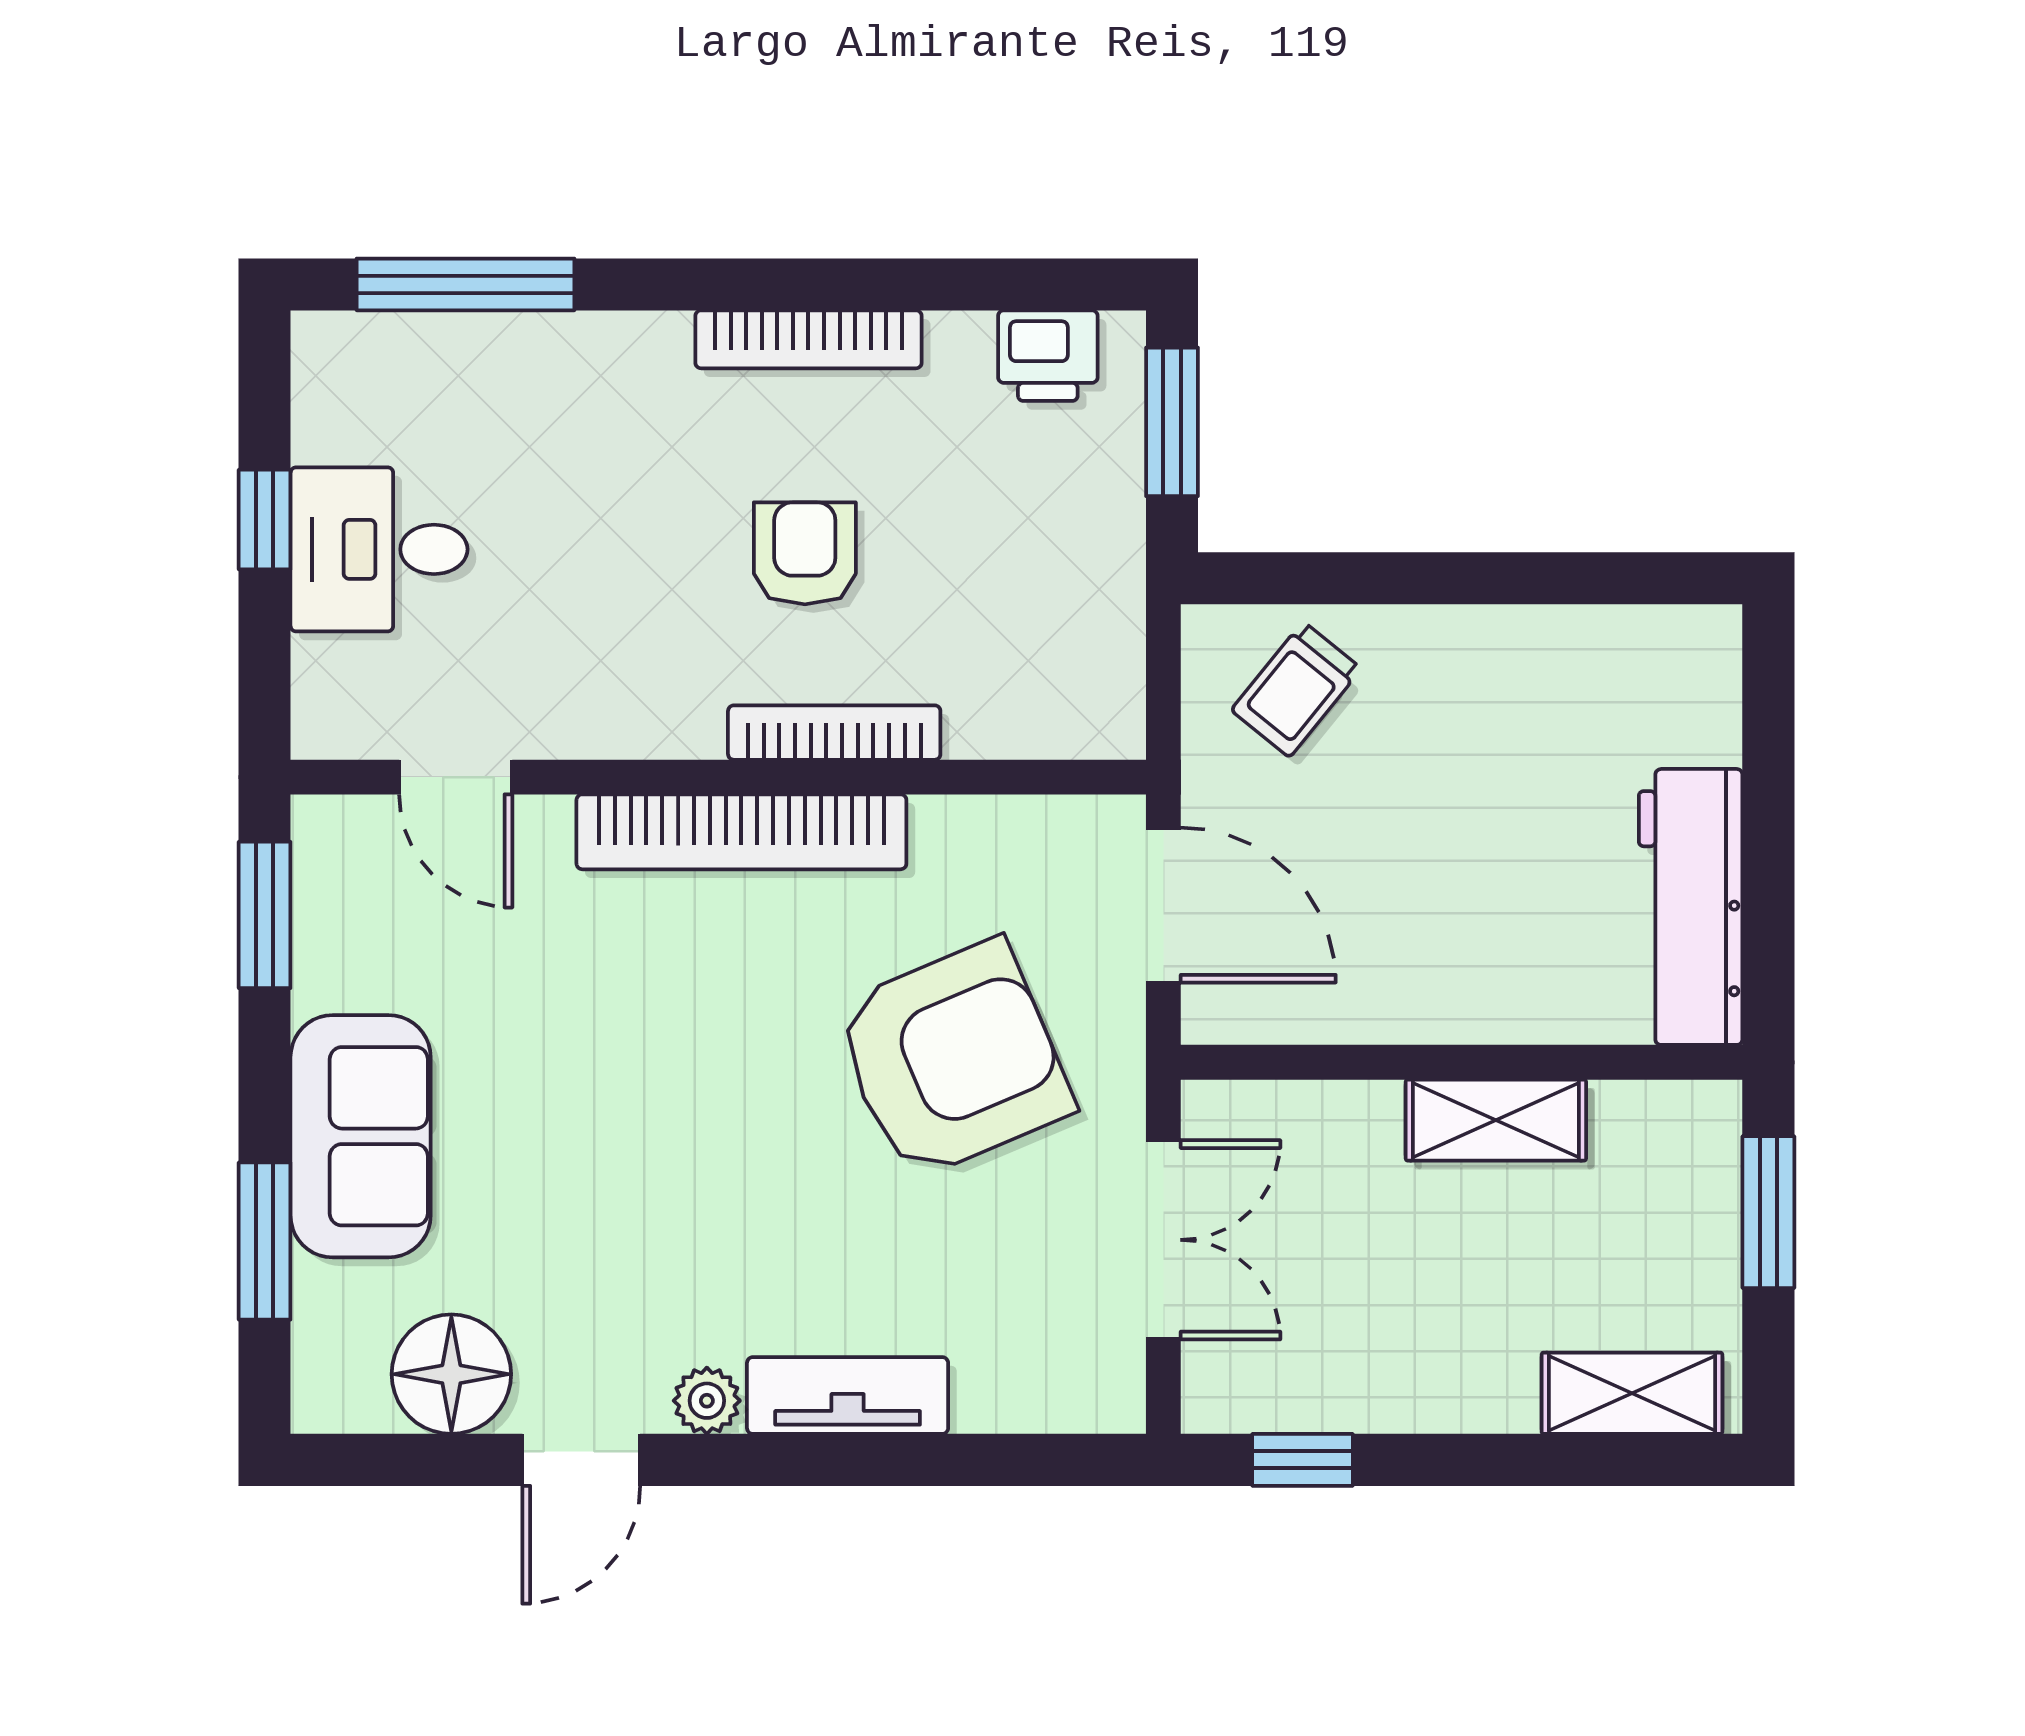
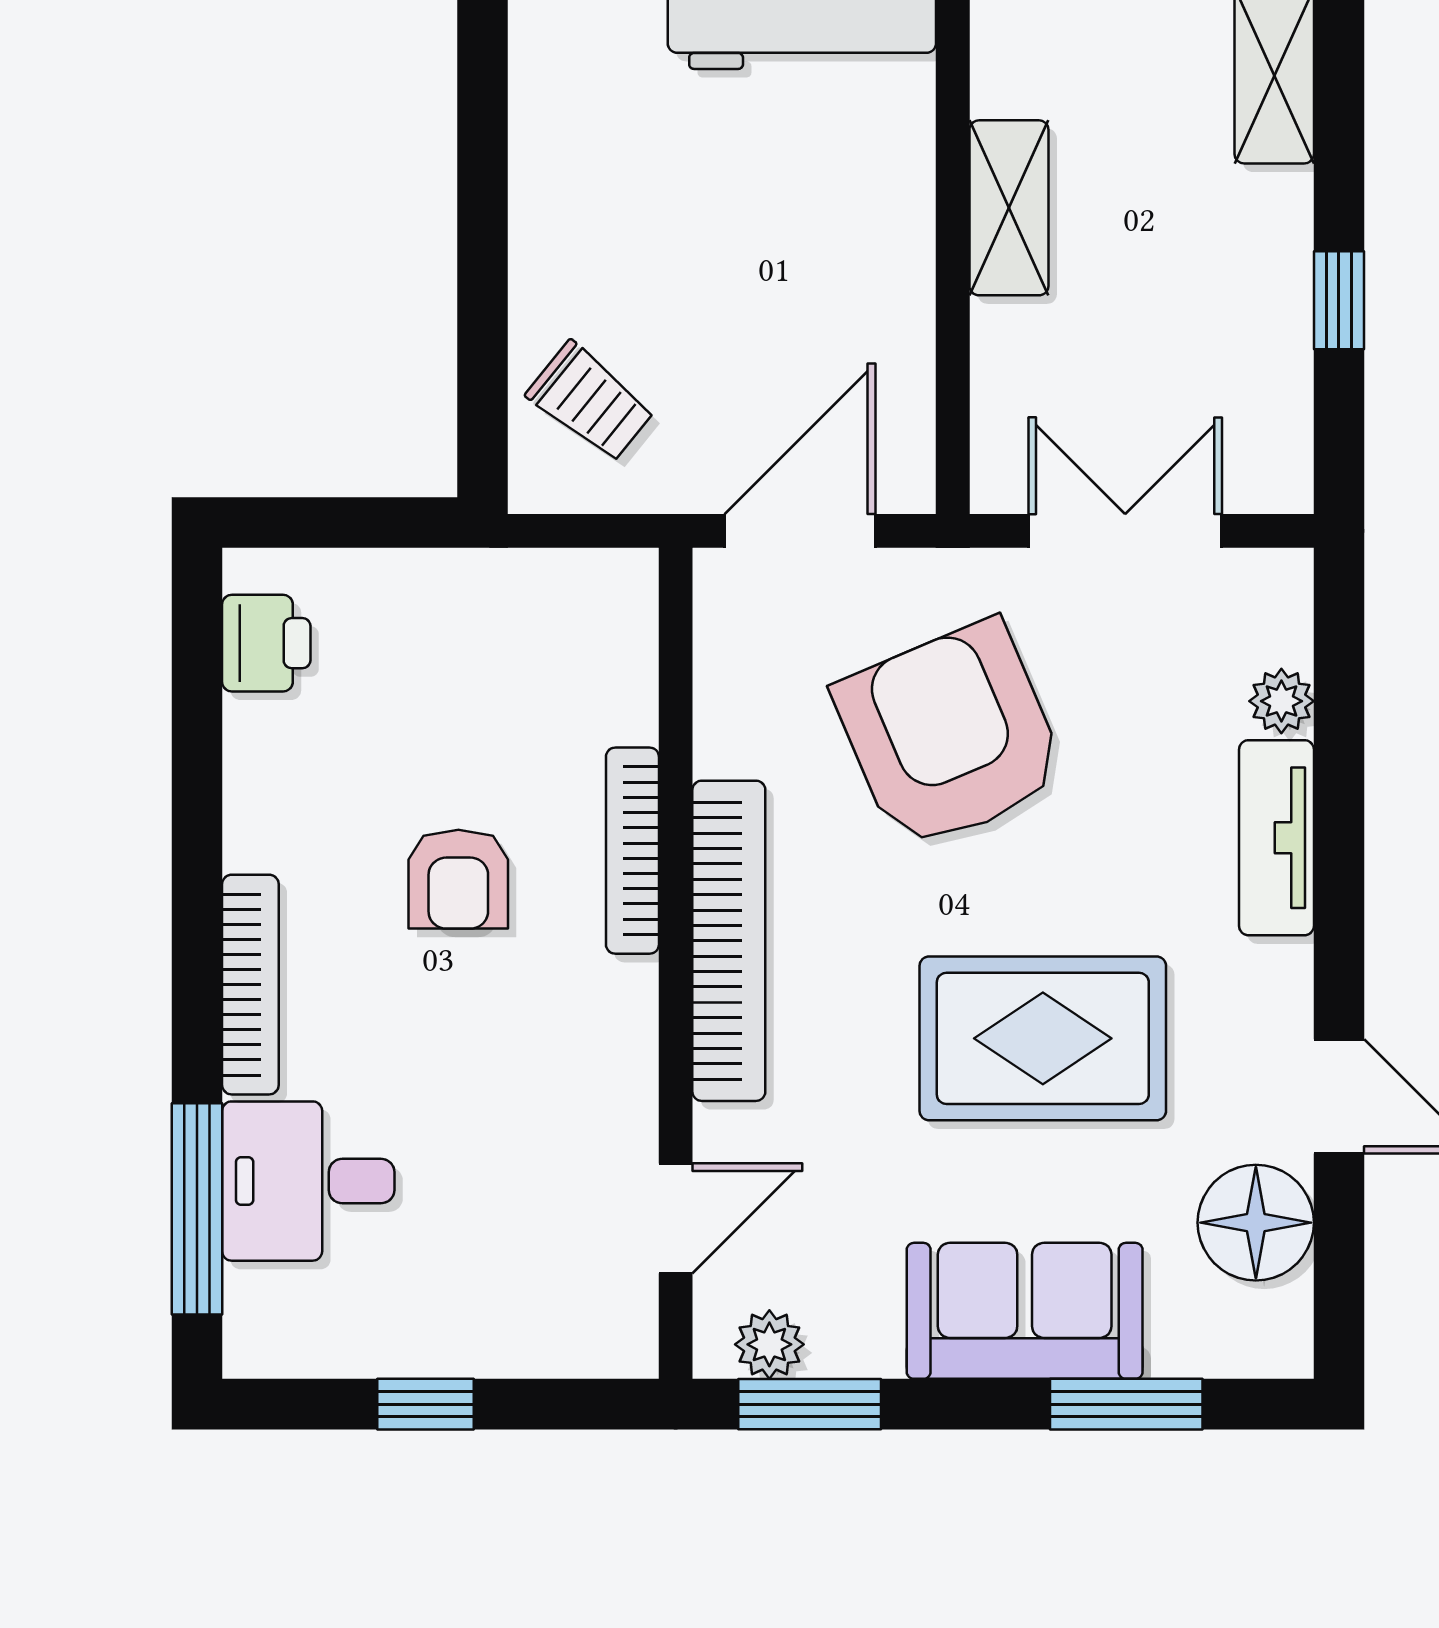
bookcase: (808, 339) -> (250, 985), moved
window: (1172, 422) -> (331, 522), removed
desk: (379, 549) -> (308, 1181), moved, turned 90
armchair: (805, 553) -> (458, 879), turned -90
plant: (326, 874) -> (769, 1344), added
rug: (641, 1155) -> (1043, 1038), added
plant: (707, 1401) -> (1281, 701), moved
window: (1303, 1460) -> (1339, 300), moved

